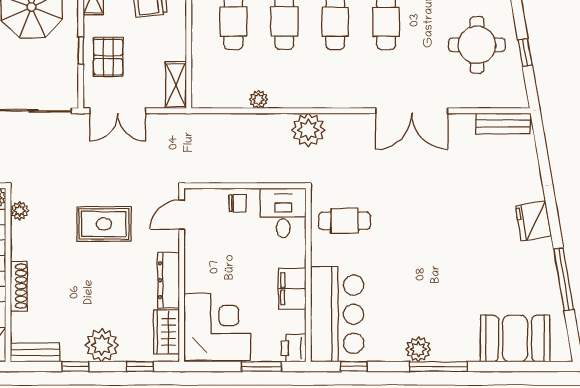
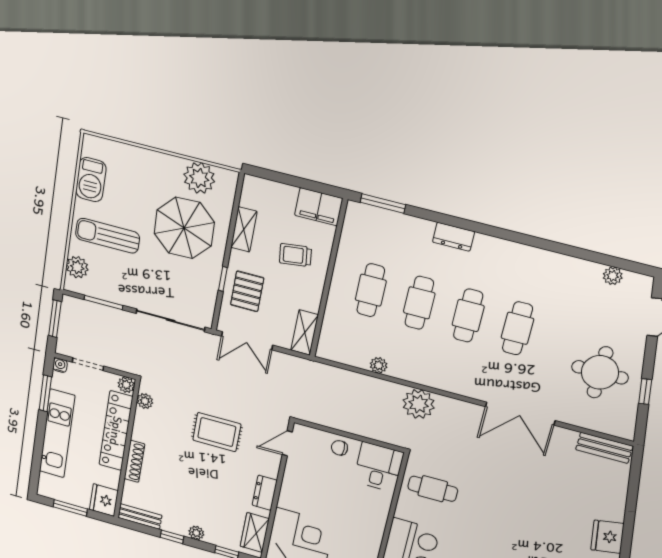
chair: (238, 203) -> (339, 448), turned 180
dresser: (168, 280) -> (265, 493), width x0.70
filing cabinet: (292, 289) -> (372, 530), removed
plant: (102, 345) -> (196, 533), width x0.53, depth x0.53

